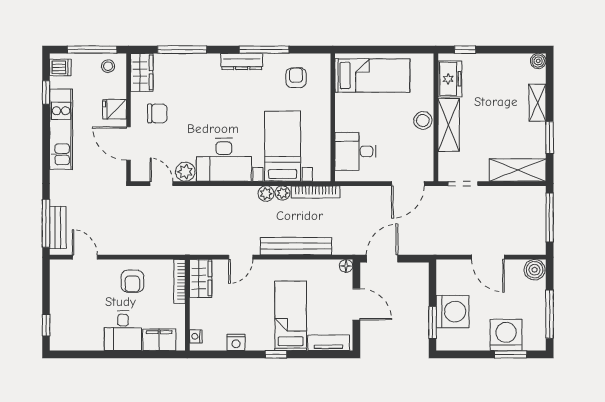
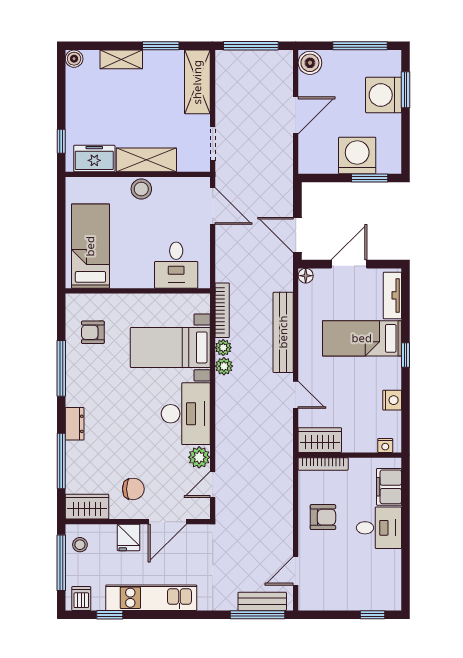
dresser: (242, 61) -> (75, 424), moved, width x0.70
chair: (157, 113) -> (133, 489), turned 90

